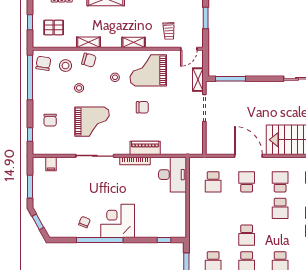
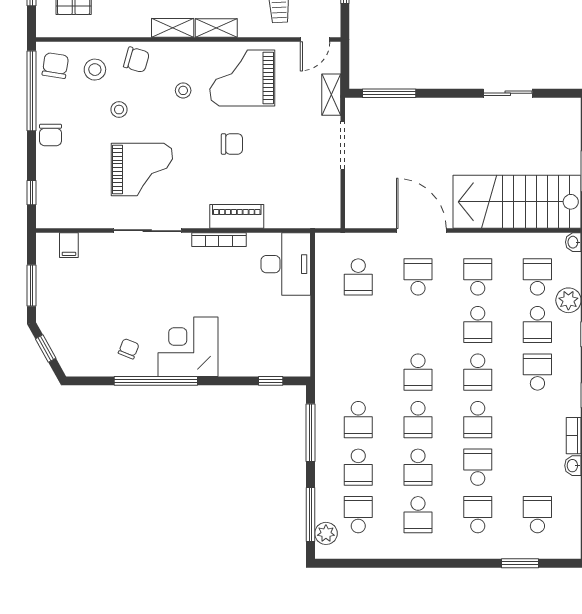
shelving: (89, 42) -> (173, 28), moved
chair: (50, 120) -> (51, 135), moved
school desk: (280, 235) -> (478, 372), added

